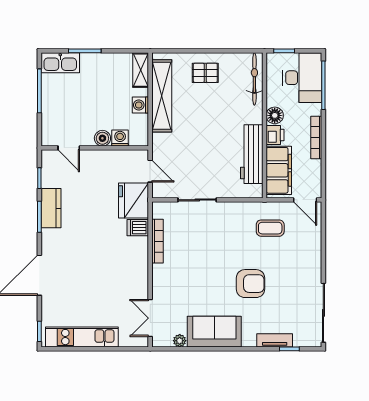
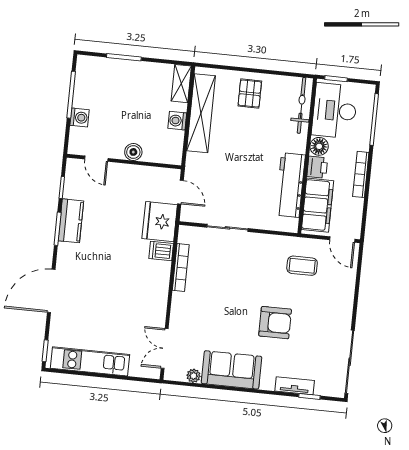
kitchen sink: (60, 63) -> (96, 67), removed
pallet: (205, 73) -> (250, 93), turned 90
desk: (302, 78) -> (335, 111), moved, turned 180
washing machine: (120, 138) -> (80, 117), moved, turned 90

